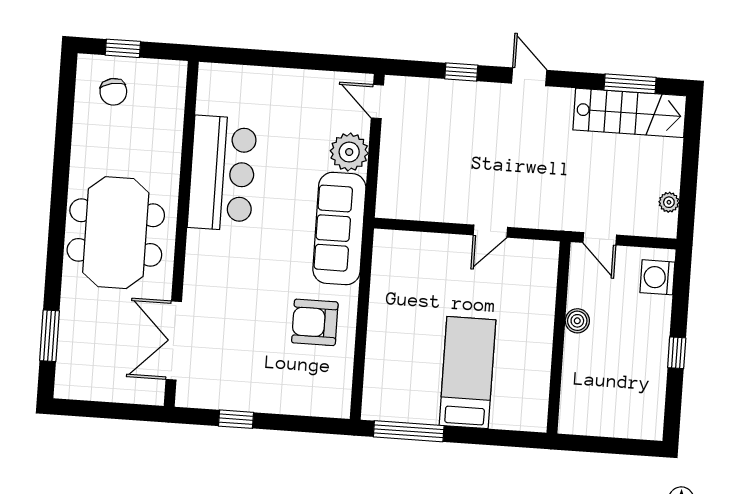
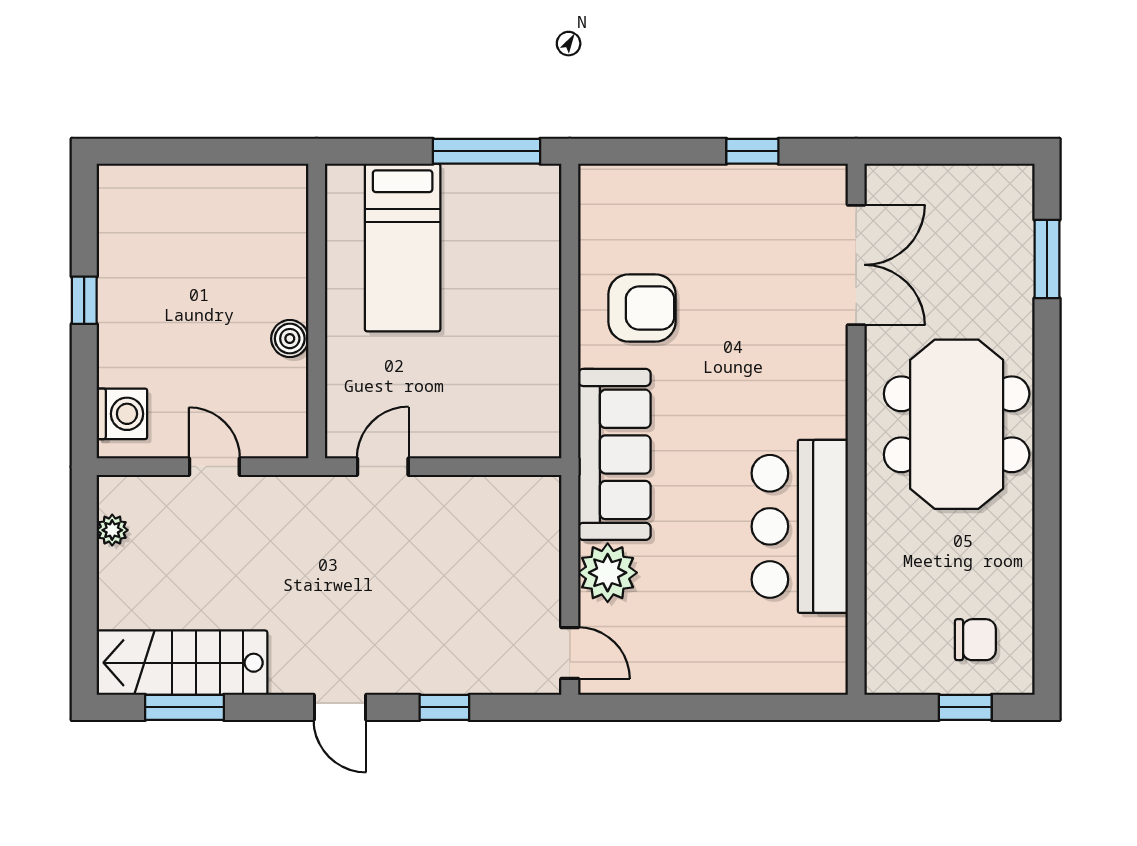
chair: (113, 92) -> (975, 640), turned 102
boiler: (577, 321) -> (290, 339), moved
wall: (559, 337) -> (317, 311), moved

